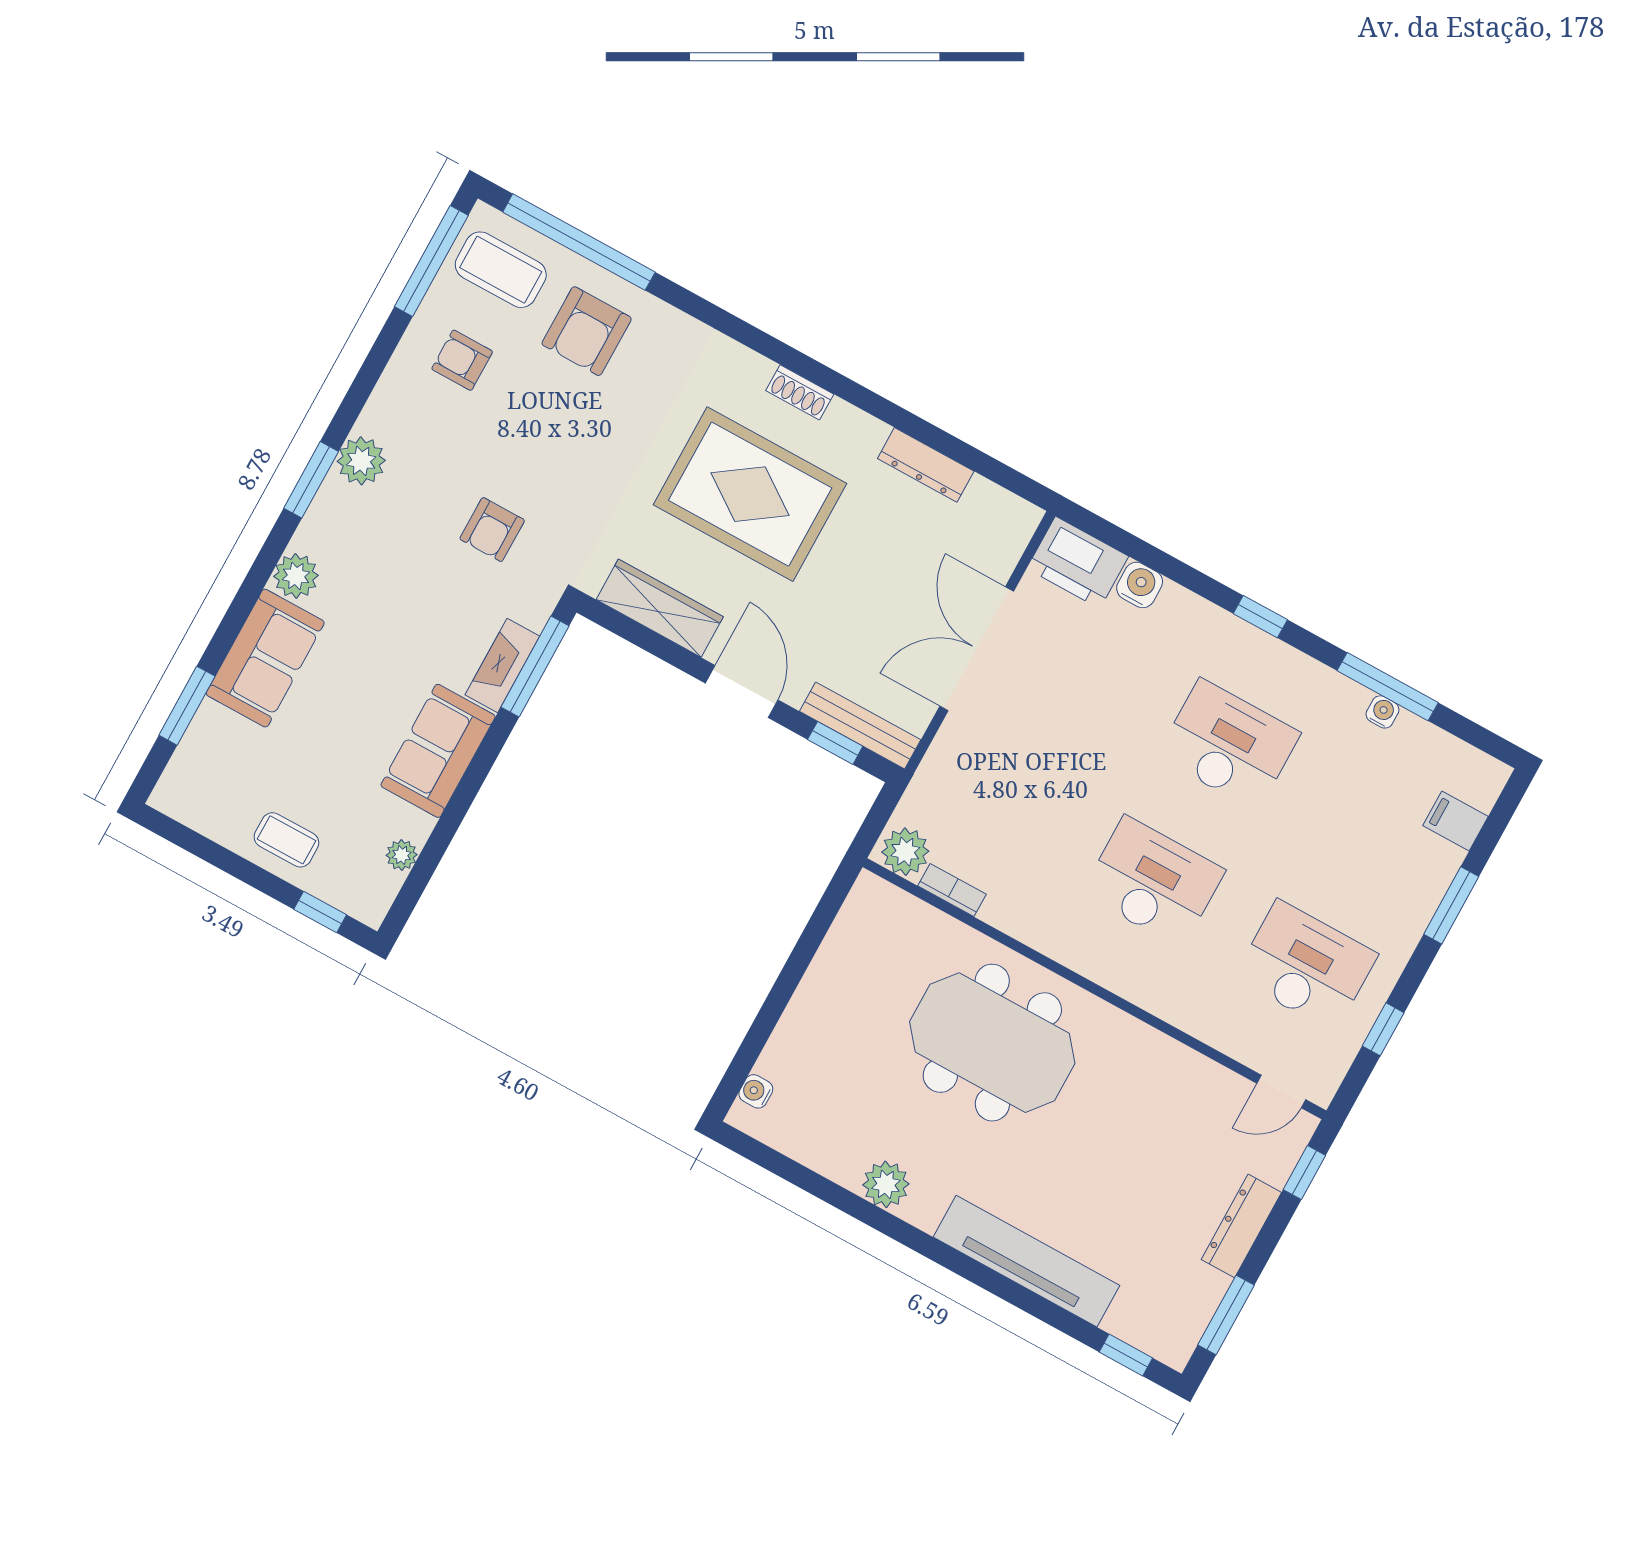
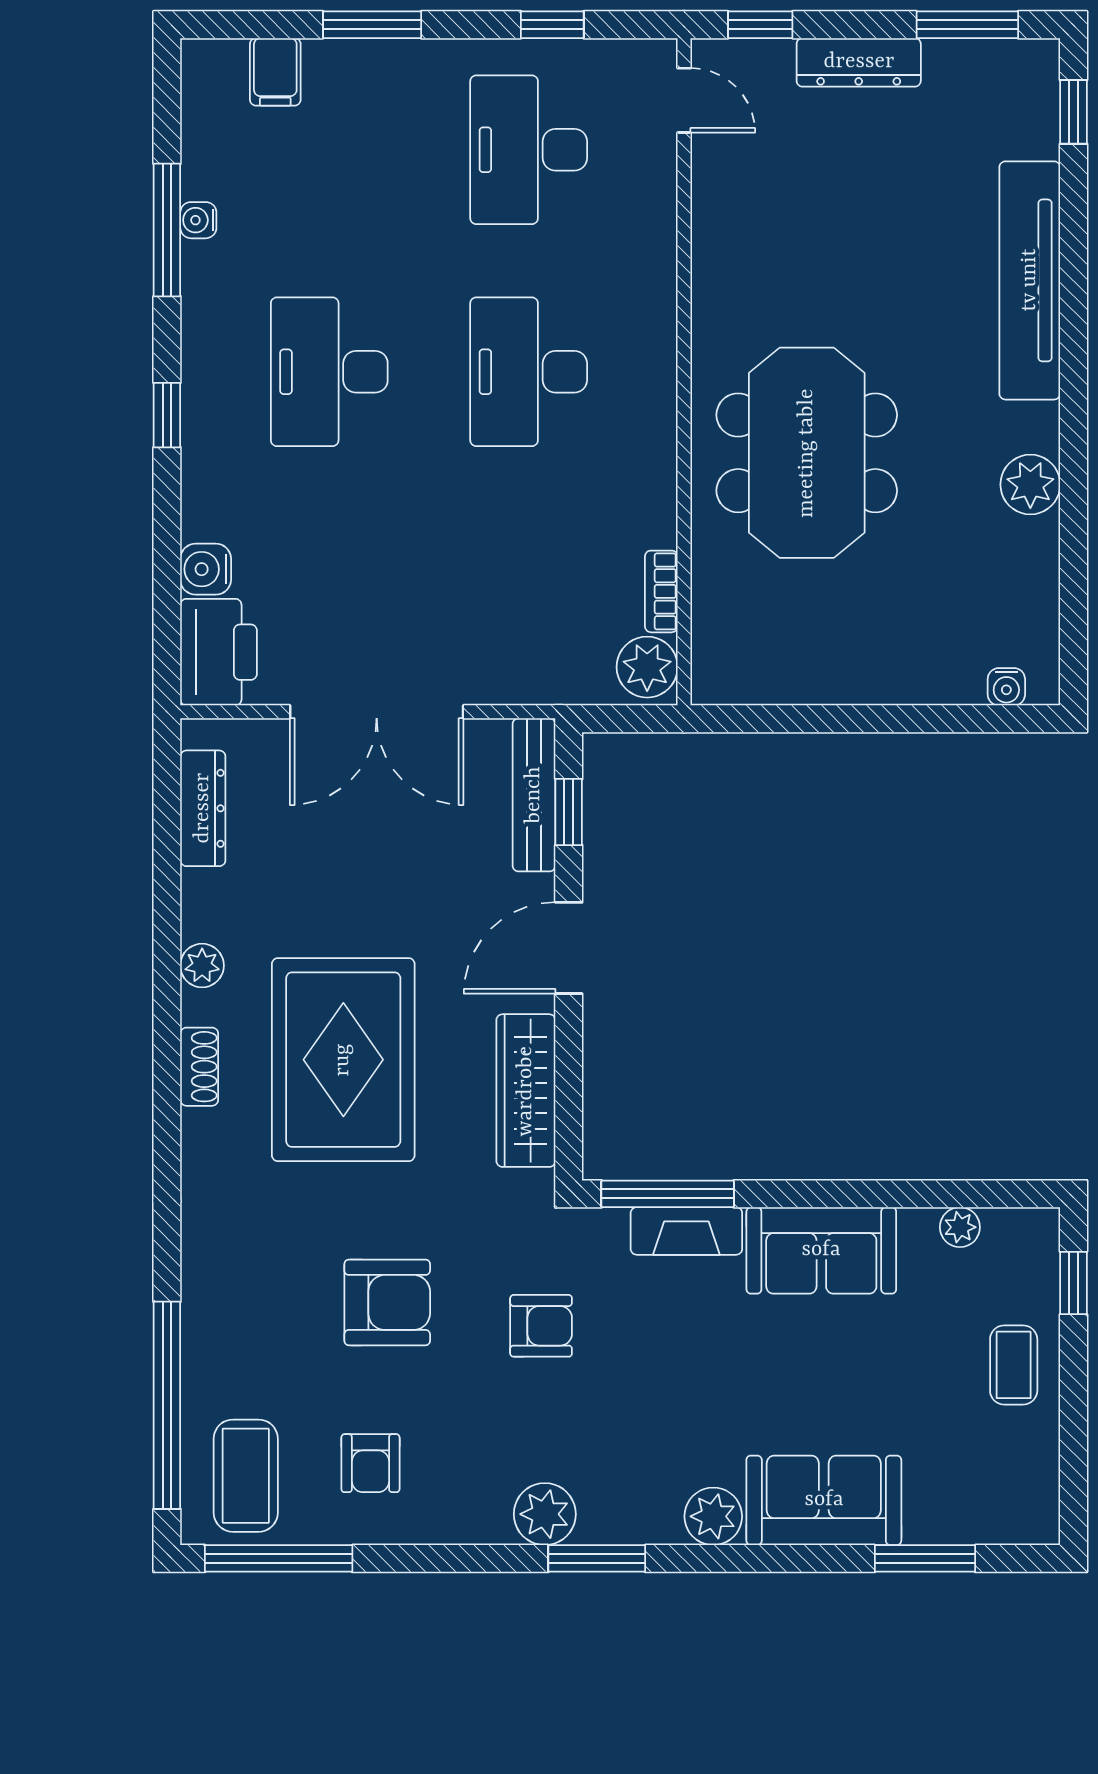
armchair: (587, 331) -> (387, 1302), moved
plant: (868, 433) -> (202, 966), added
dresser: (926, 465) -> (203, 808), moved

